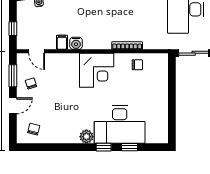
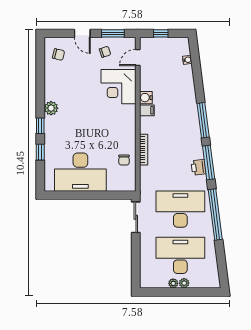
filing cabinet: (62, 42) -> (147, 110), moved
corner desk: (97, 70) -> (118, 87), moved
desk: (120, 124) -> (80, 172), moved, turned -90

